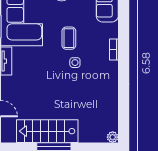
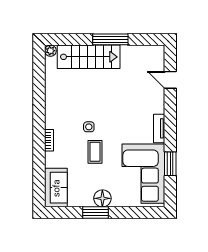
stairs: (47, 131) -> (89, 57), moved

